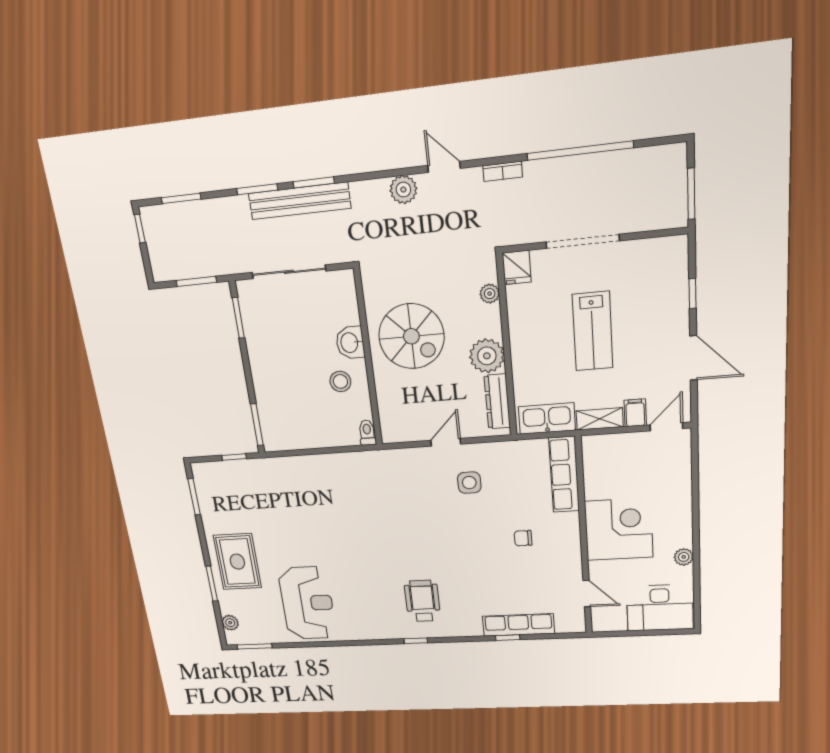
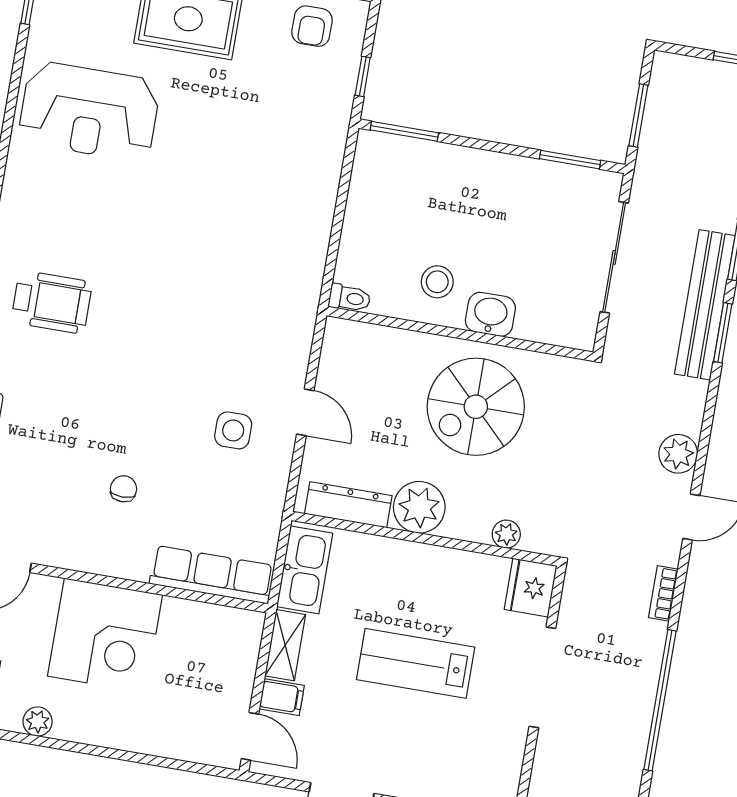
fridge: (517, 267) -> (531, 588), width x1.38
armchair: (216, 493) -> (312, 26), added

